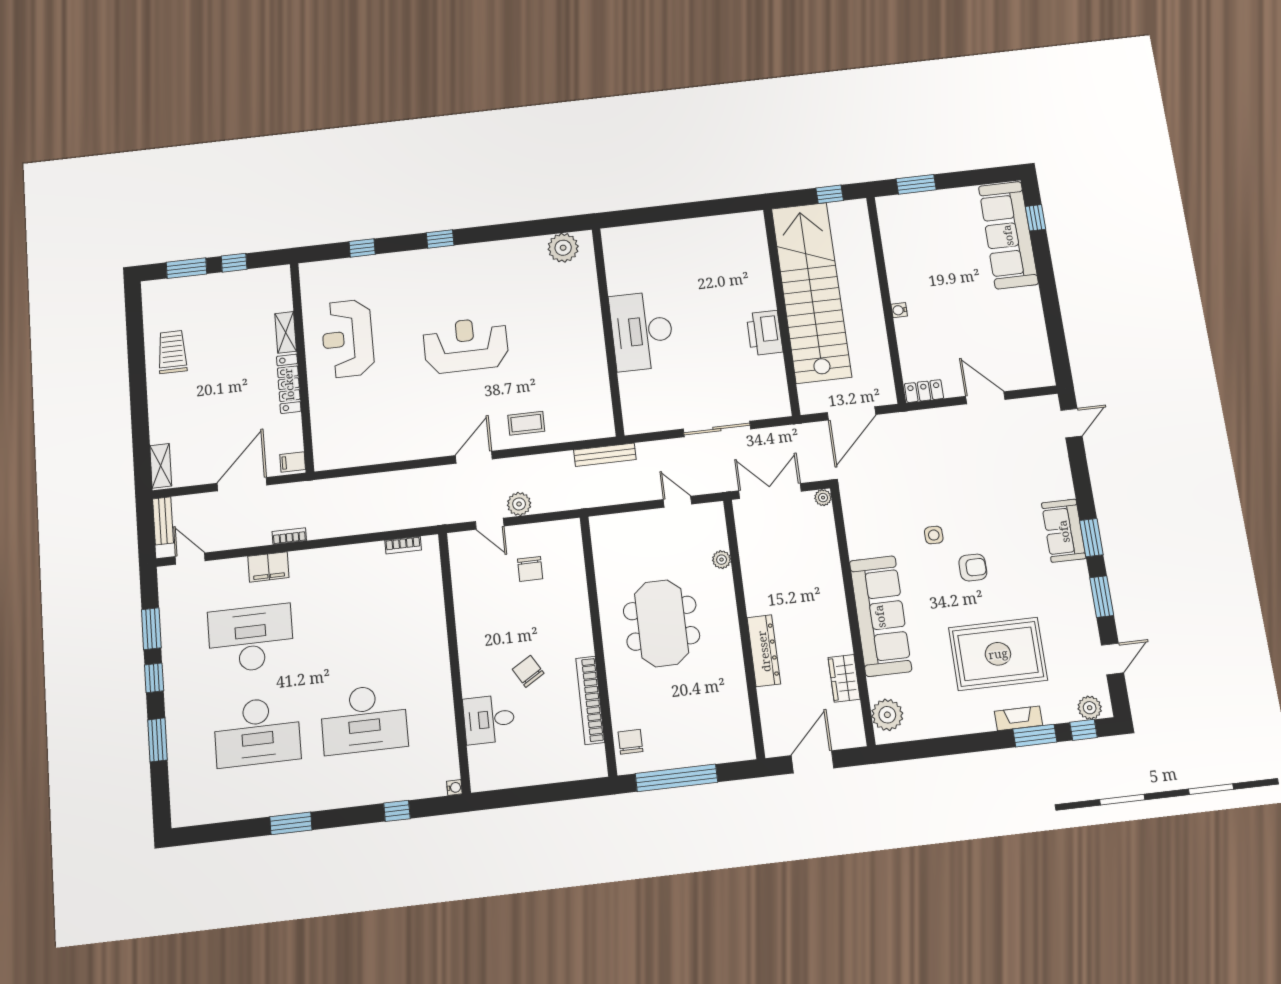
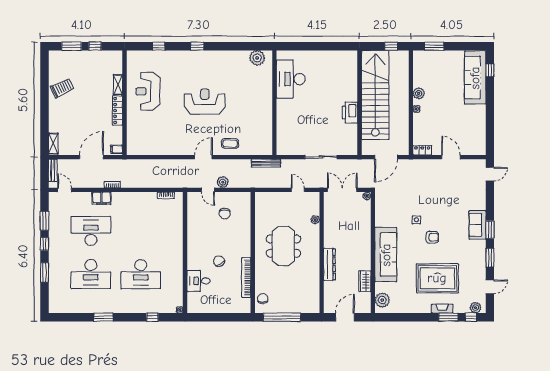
plant: (899, 279) -> (419, 93), added
desk: (642, 331) -> (291, 79), moved
trolley: (172, 352) -> (62, 88), turned 64

